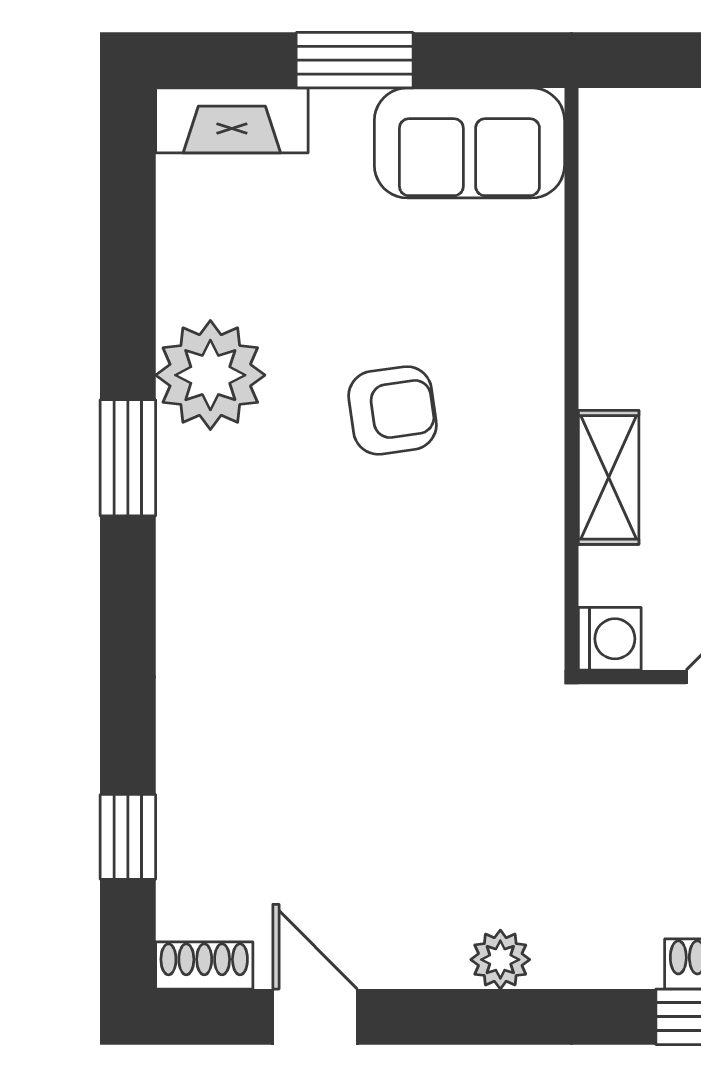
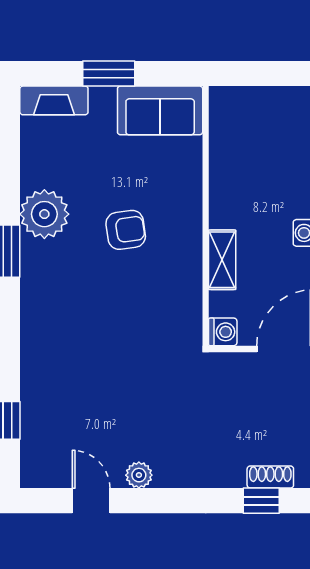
plant: (500, 960) -> (139, 475), moved
shoe rack: (204, 965) -> (42, 478), removed

